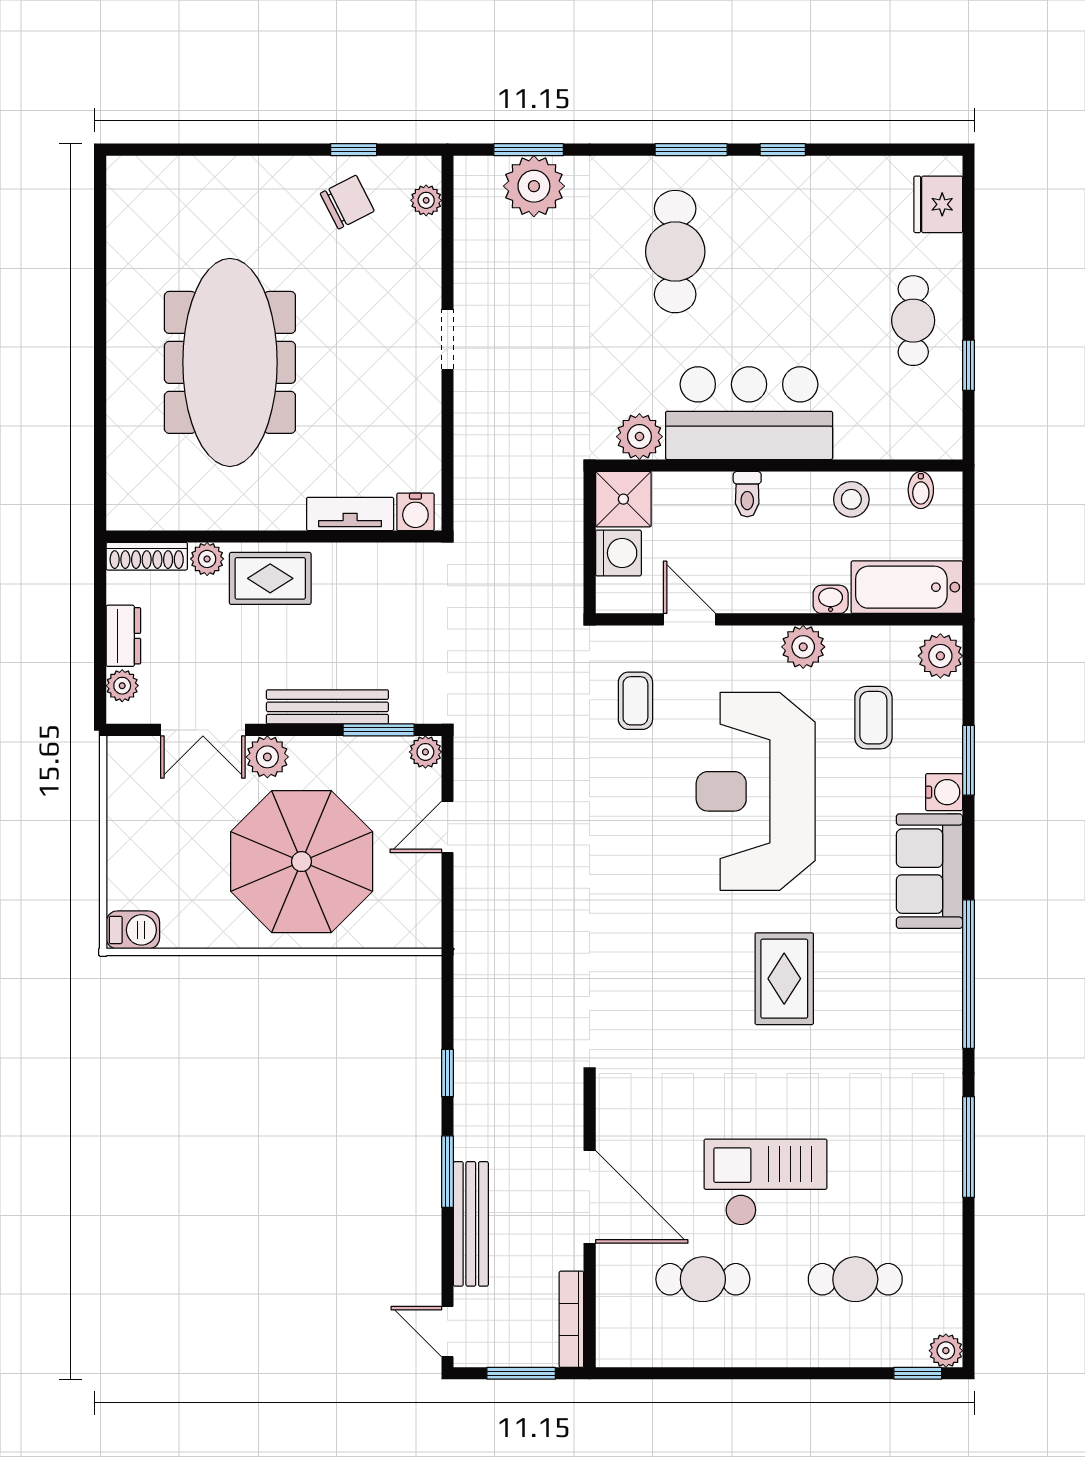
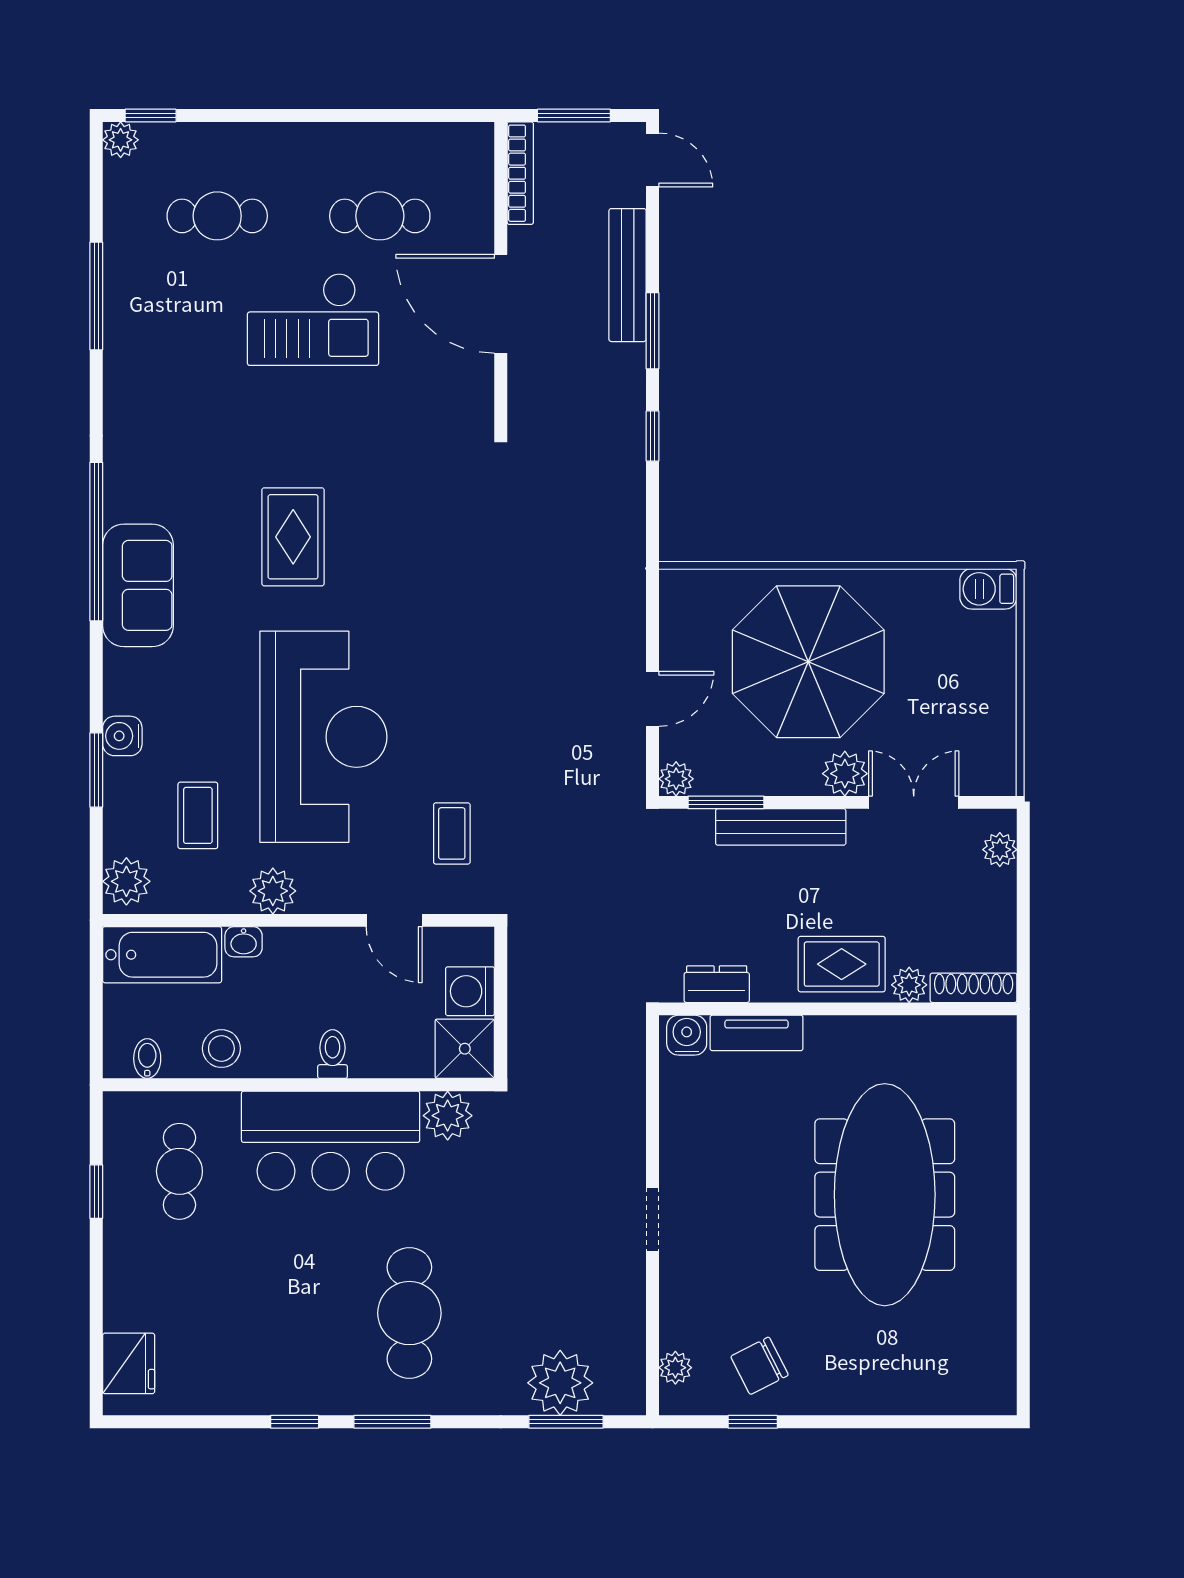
cafe table: (913, 321) -> (179, 1171), moved
dresser: (123, 636) -> (717, 984), moved, turned 90
sofa: (929, 871) -> (138, 585), moved
window: (969, 1147) -> (96, 296), moved

